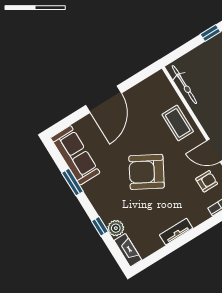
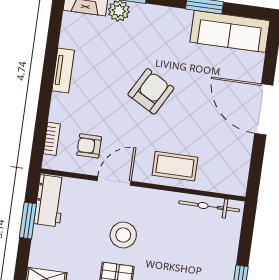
armchair: (147, 172) -> (151, 91), width x0.73, depth x0.73
armchair: (207, 181) -> (89, 146), turned 90

